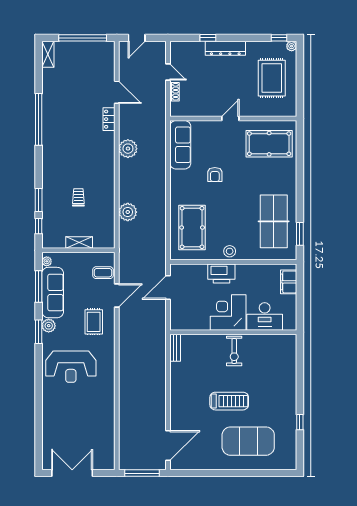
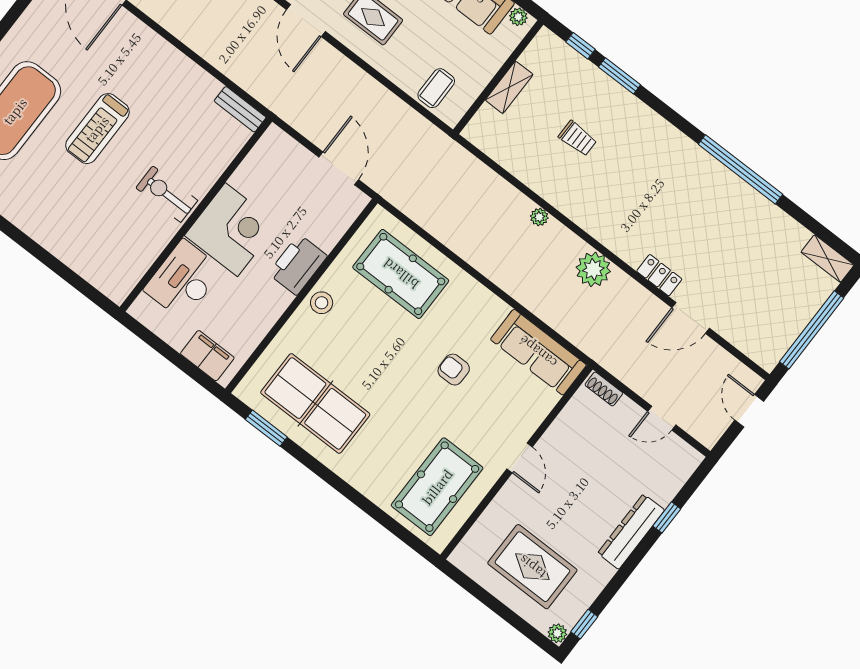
shoe rack: (174, 92) -> (604, 389), moved
plant: (128, 212) -> (539, 217), moved, width x0.53, depth x0.53
door: (117, 295) -> (306, 20), moved

